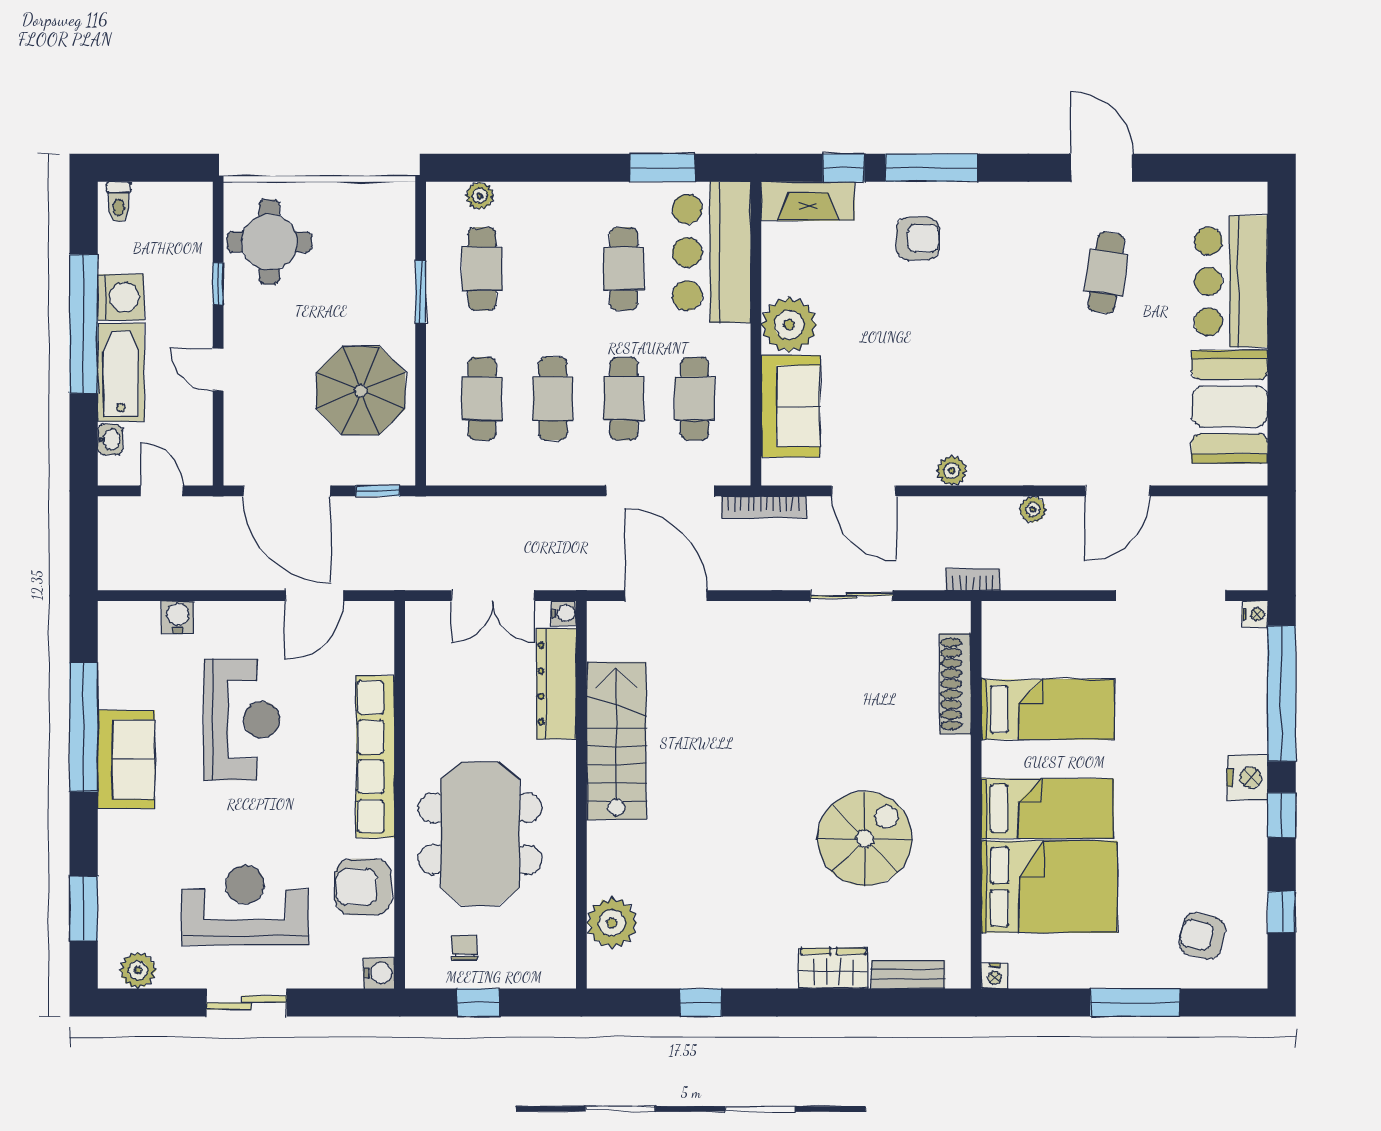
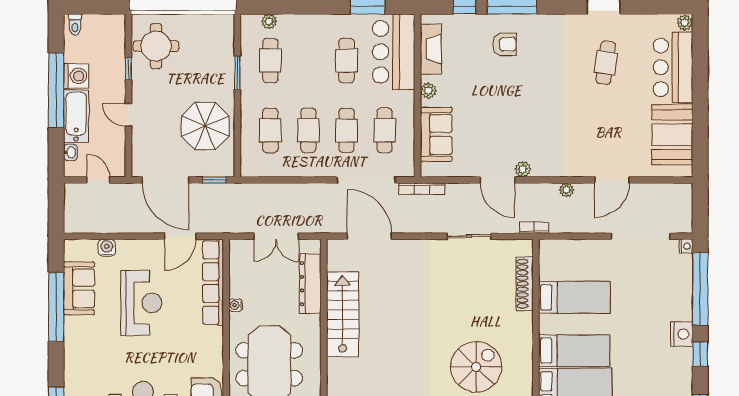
plant: (1253, 198) -> (685, 23), added
fireplace: (808, 201) -> (431, 49), moved, turned -90
plant: (789, 325) -> (428, 91), width x0.53, depth x0.53
door: (864, 491) -> (497, 180), moved
water cooler: (564, 613) -> (236, 305), moved, turned 180
row of seats: (375, 757) -> (213, 283), moved
sofa: (126, 759) -> (79, 288), moved

